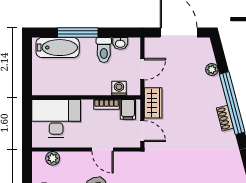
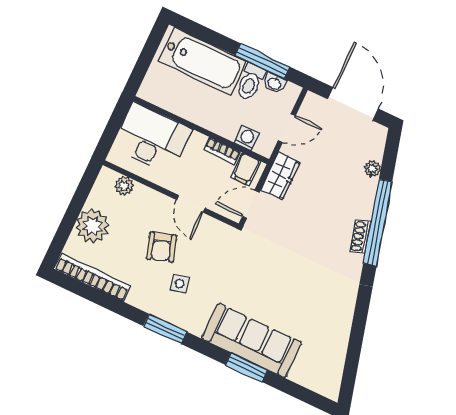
window: (78, 32) -> (262, 61), moved
bathtub: (58, 48) -> (202, 61), width x1.36, depth x1.36
door: (142, 131) -> (251, 204), swing flipped

